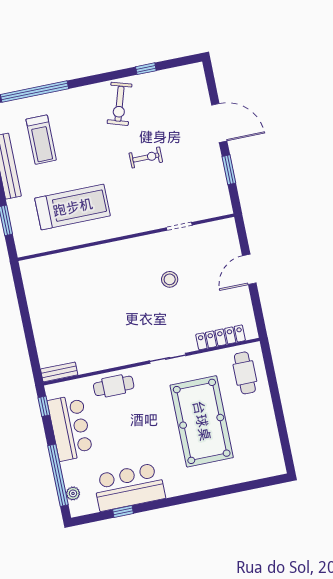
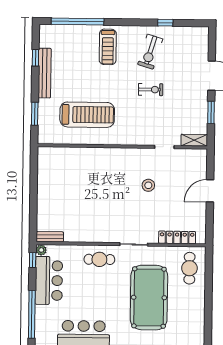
exercise bike: (120, 104) -> (150, 52), moved
treadmill: (41, 140) -> (108, 47), moved
shelving: (215, 209) -> (194, 140), added
cafe table: (114, 386) -> (99, 259), moved
plant: (73, 493) -> (41, 250), moved

